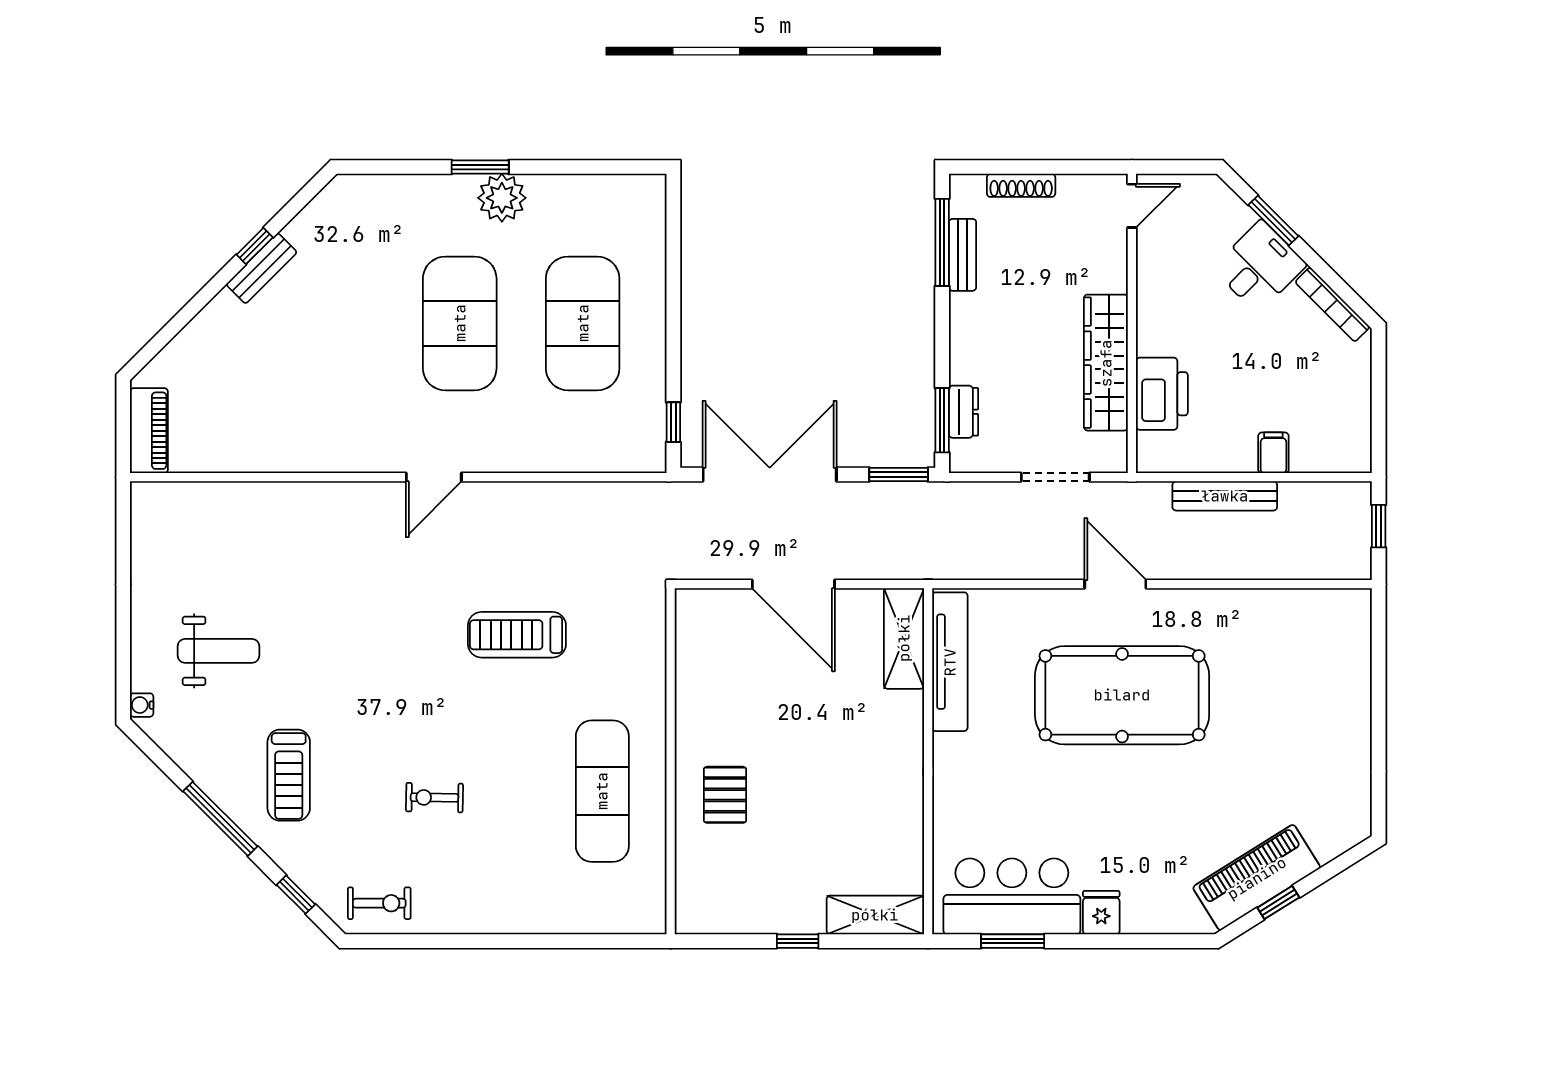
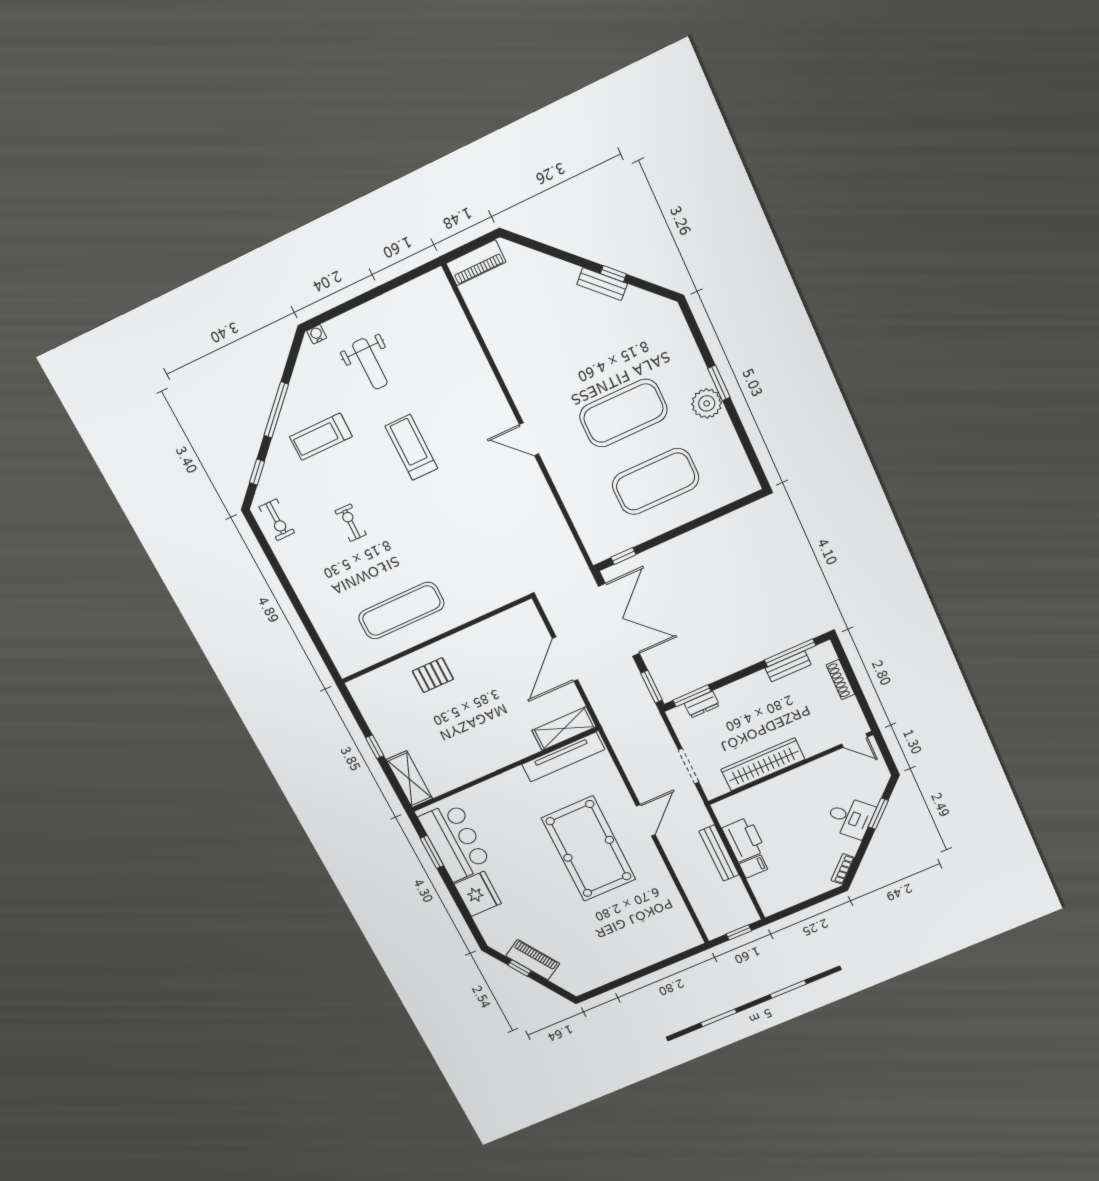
bookcase: (1332, 304) -> (843, 869), width x0.64
printer: (1162, 394) -> (744, 839), moved, turned -90
treadmill: (517, 635) -> (411, 447), moved
piano: (1257, 878) -> (533, 960), width x0.73, depth x0.75
fridge: (1101, 913) -> (478, 894), width x1.88, depth x1.34

